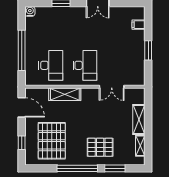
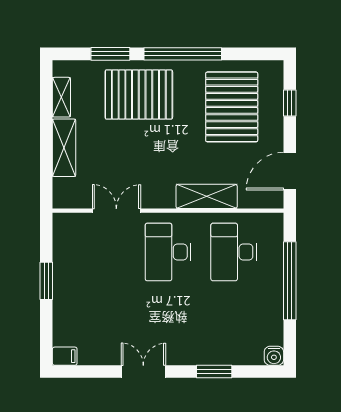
filing cabinet: (139, 25) -> (65, 356), moved
door: (22, 107) -> (290, 171), hinge flipped
pallet: (100, 147) -> (139, 95), width x1.37, depth x1.41

